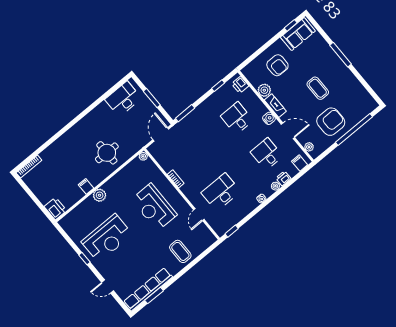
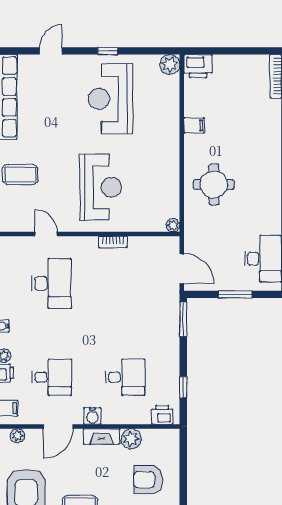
plant: (100, 195) -> (170, 64), moved
reception desk: (154, 207) -> (101, 187), turned 90

